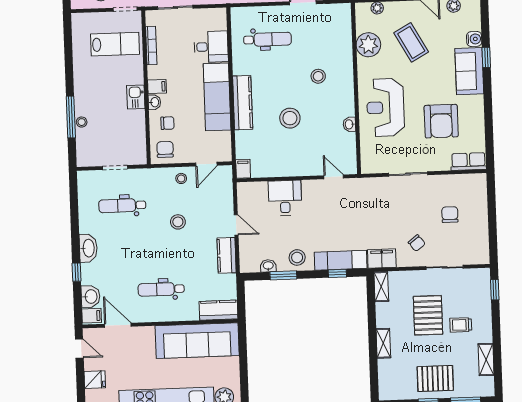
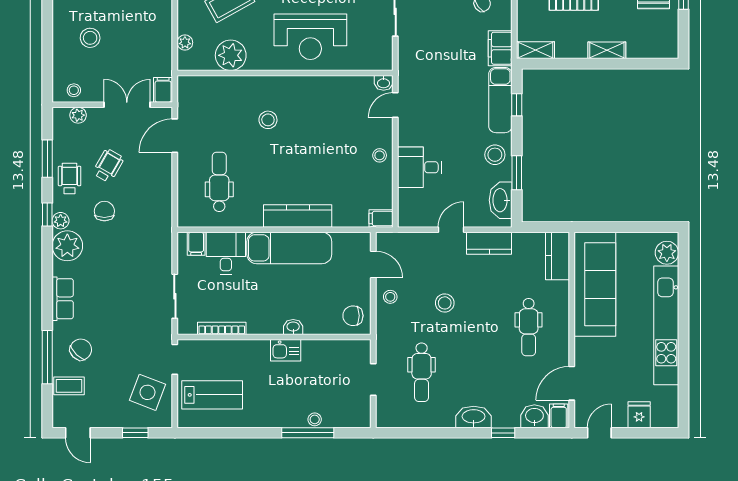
lab bench: (115, 44) -> (212, 395), moved, turned 90
filing cabinet: (157, 87) -> (196, 244), moved, turned 180
stool: (290, 118) -> (380, 155), moved, width x0.53, depth x0.53
chair: (167, 123) -> (320, 311), removed
washbasin: (349, 124) -> (384, 83), moved
washbasin: (268, 266) -> (501, 200), width x1.91, depth x1.45

